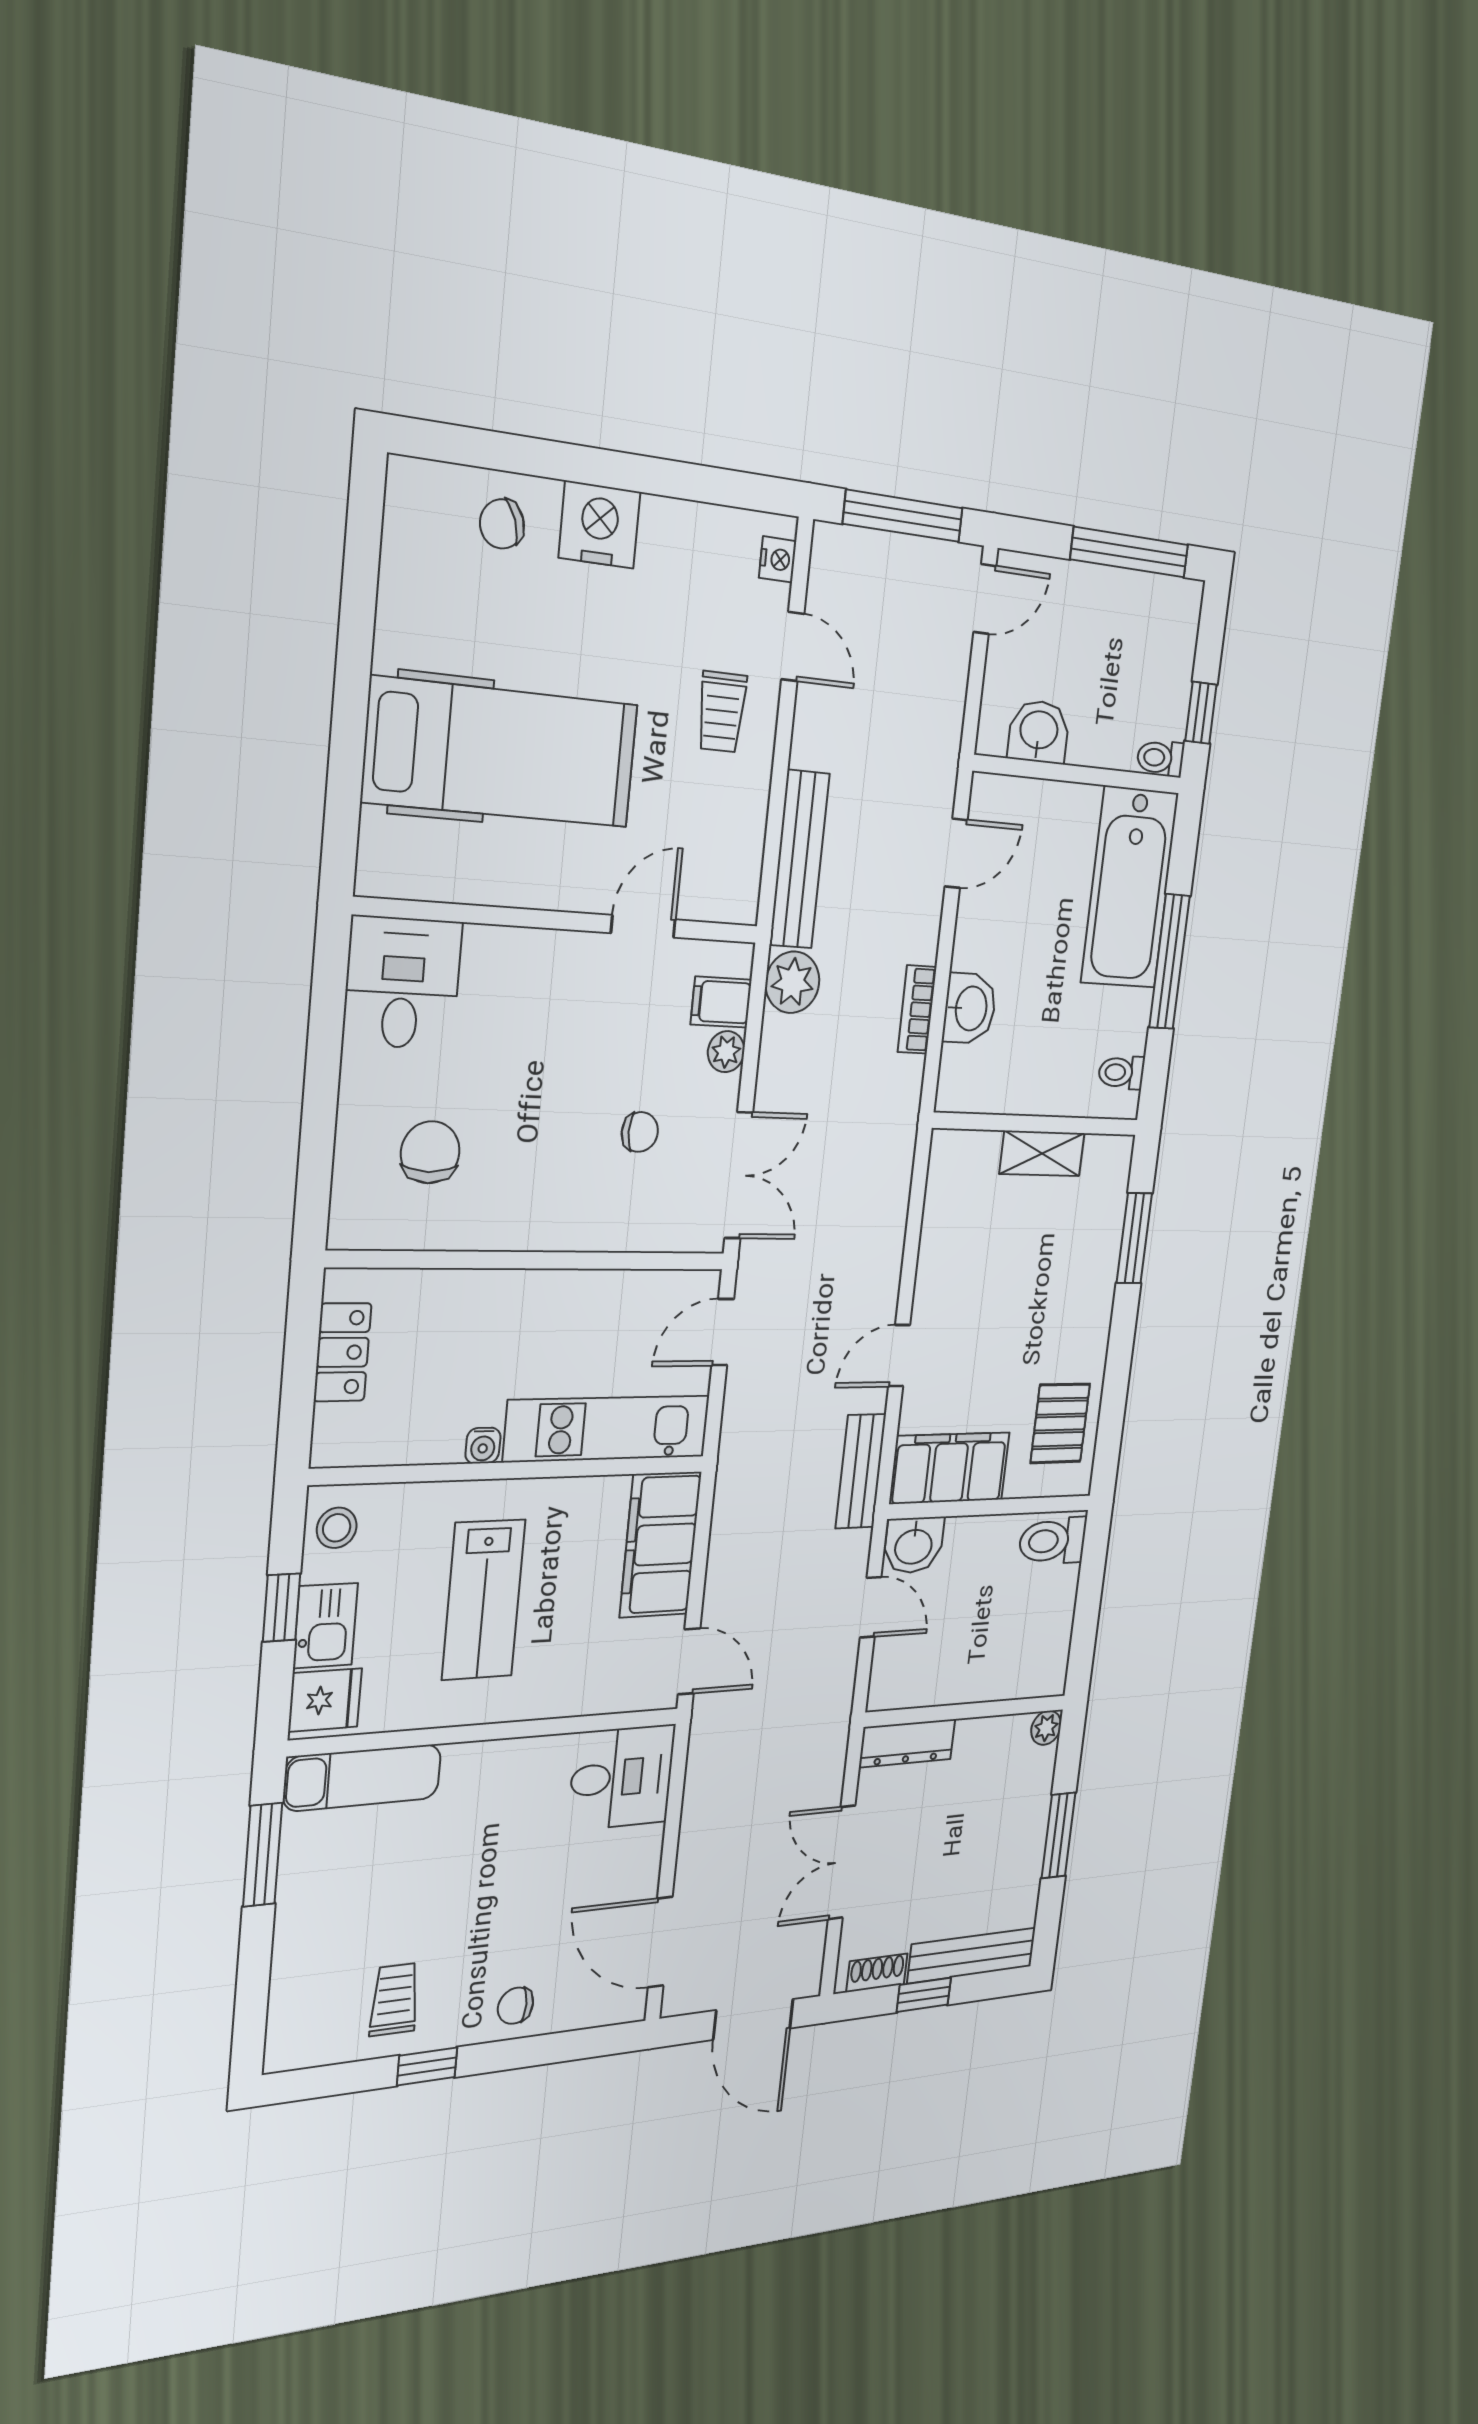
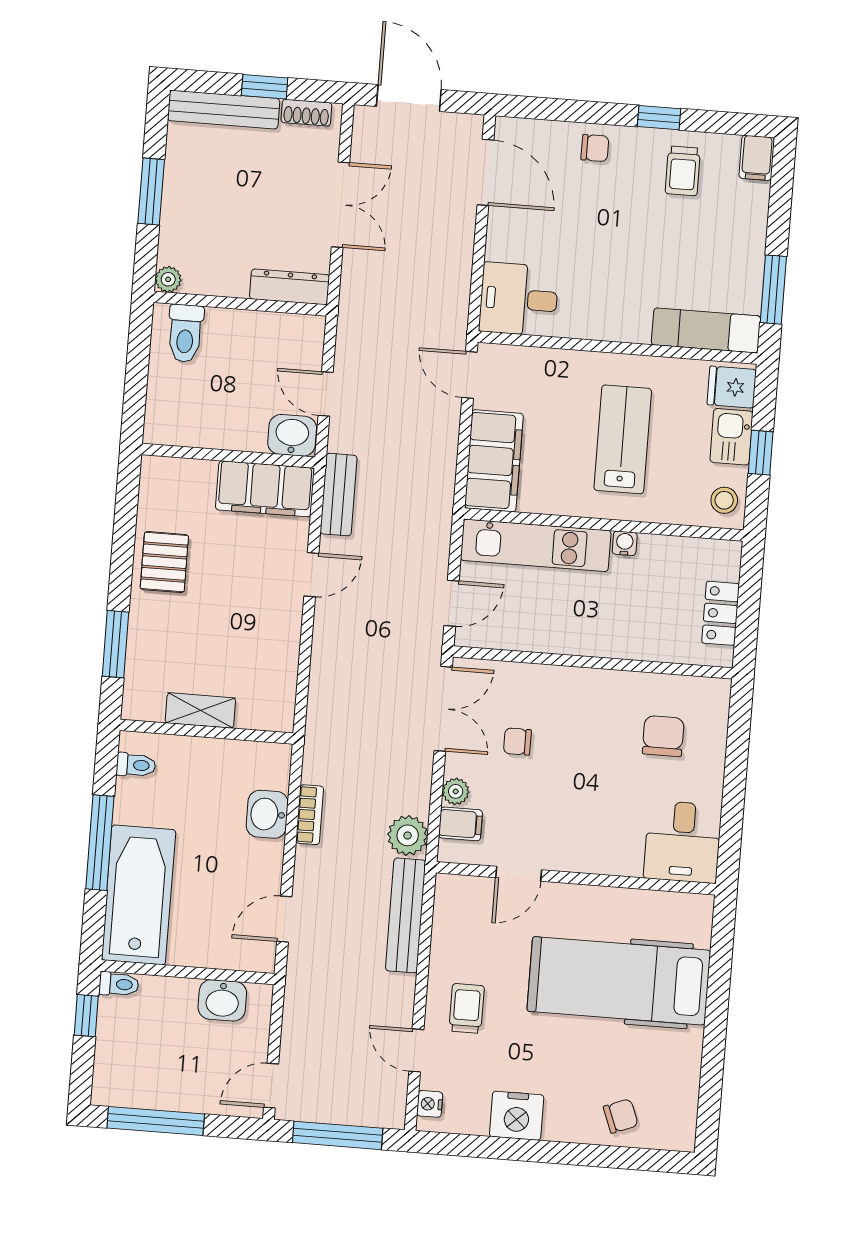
nightstand: (600, 525) -> (517, 1116), moved
chair: (430, 1152) -> (663, 736), turned 180
double door: (739, 1175) -> (443, 709), swing flipped
pallet: (1060, 1423) -> (164, 562), moved
toilet: (1052, 1541) -> (185, 333), moved, turned 90
filing cabinet: (288, 2041) -> (757, 158), added

